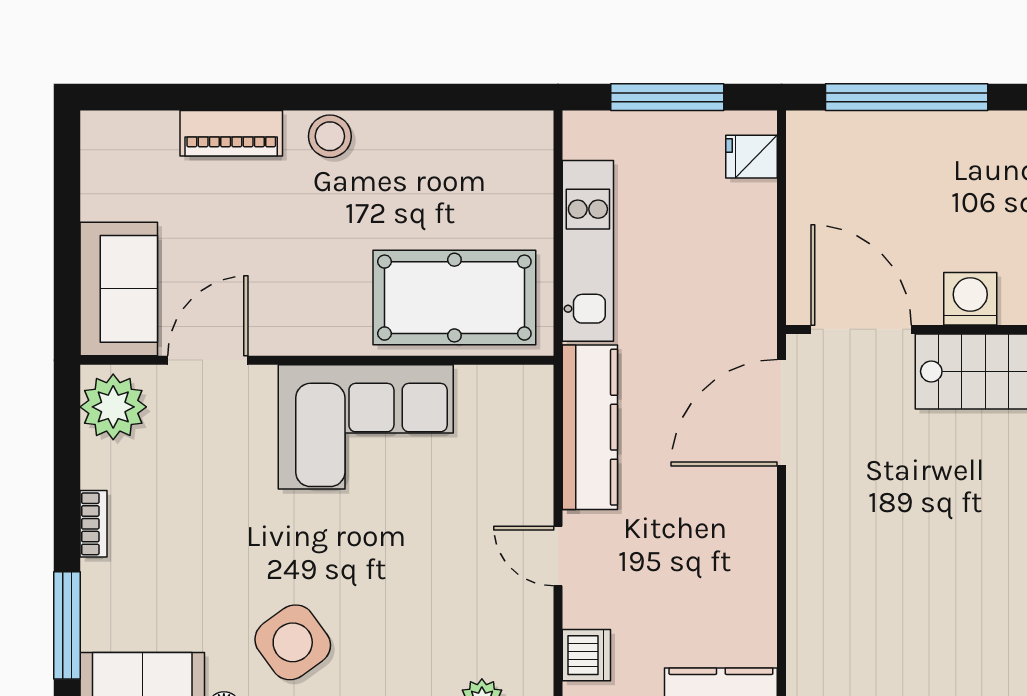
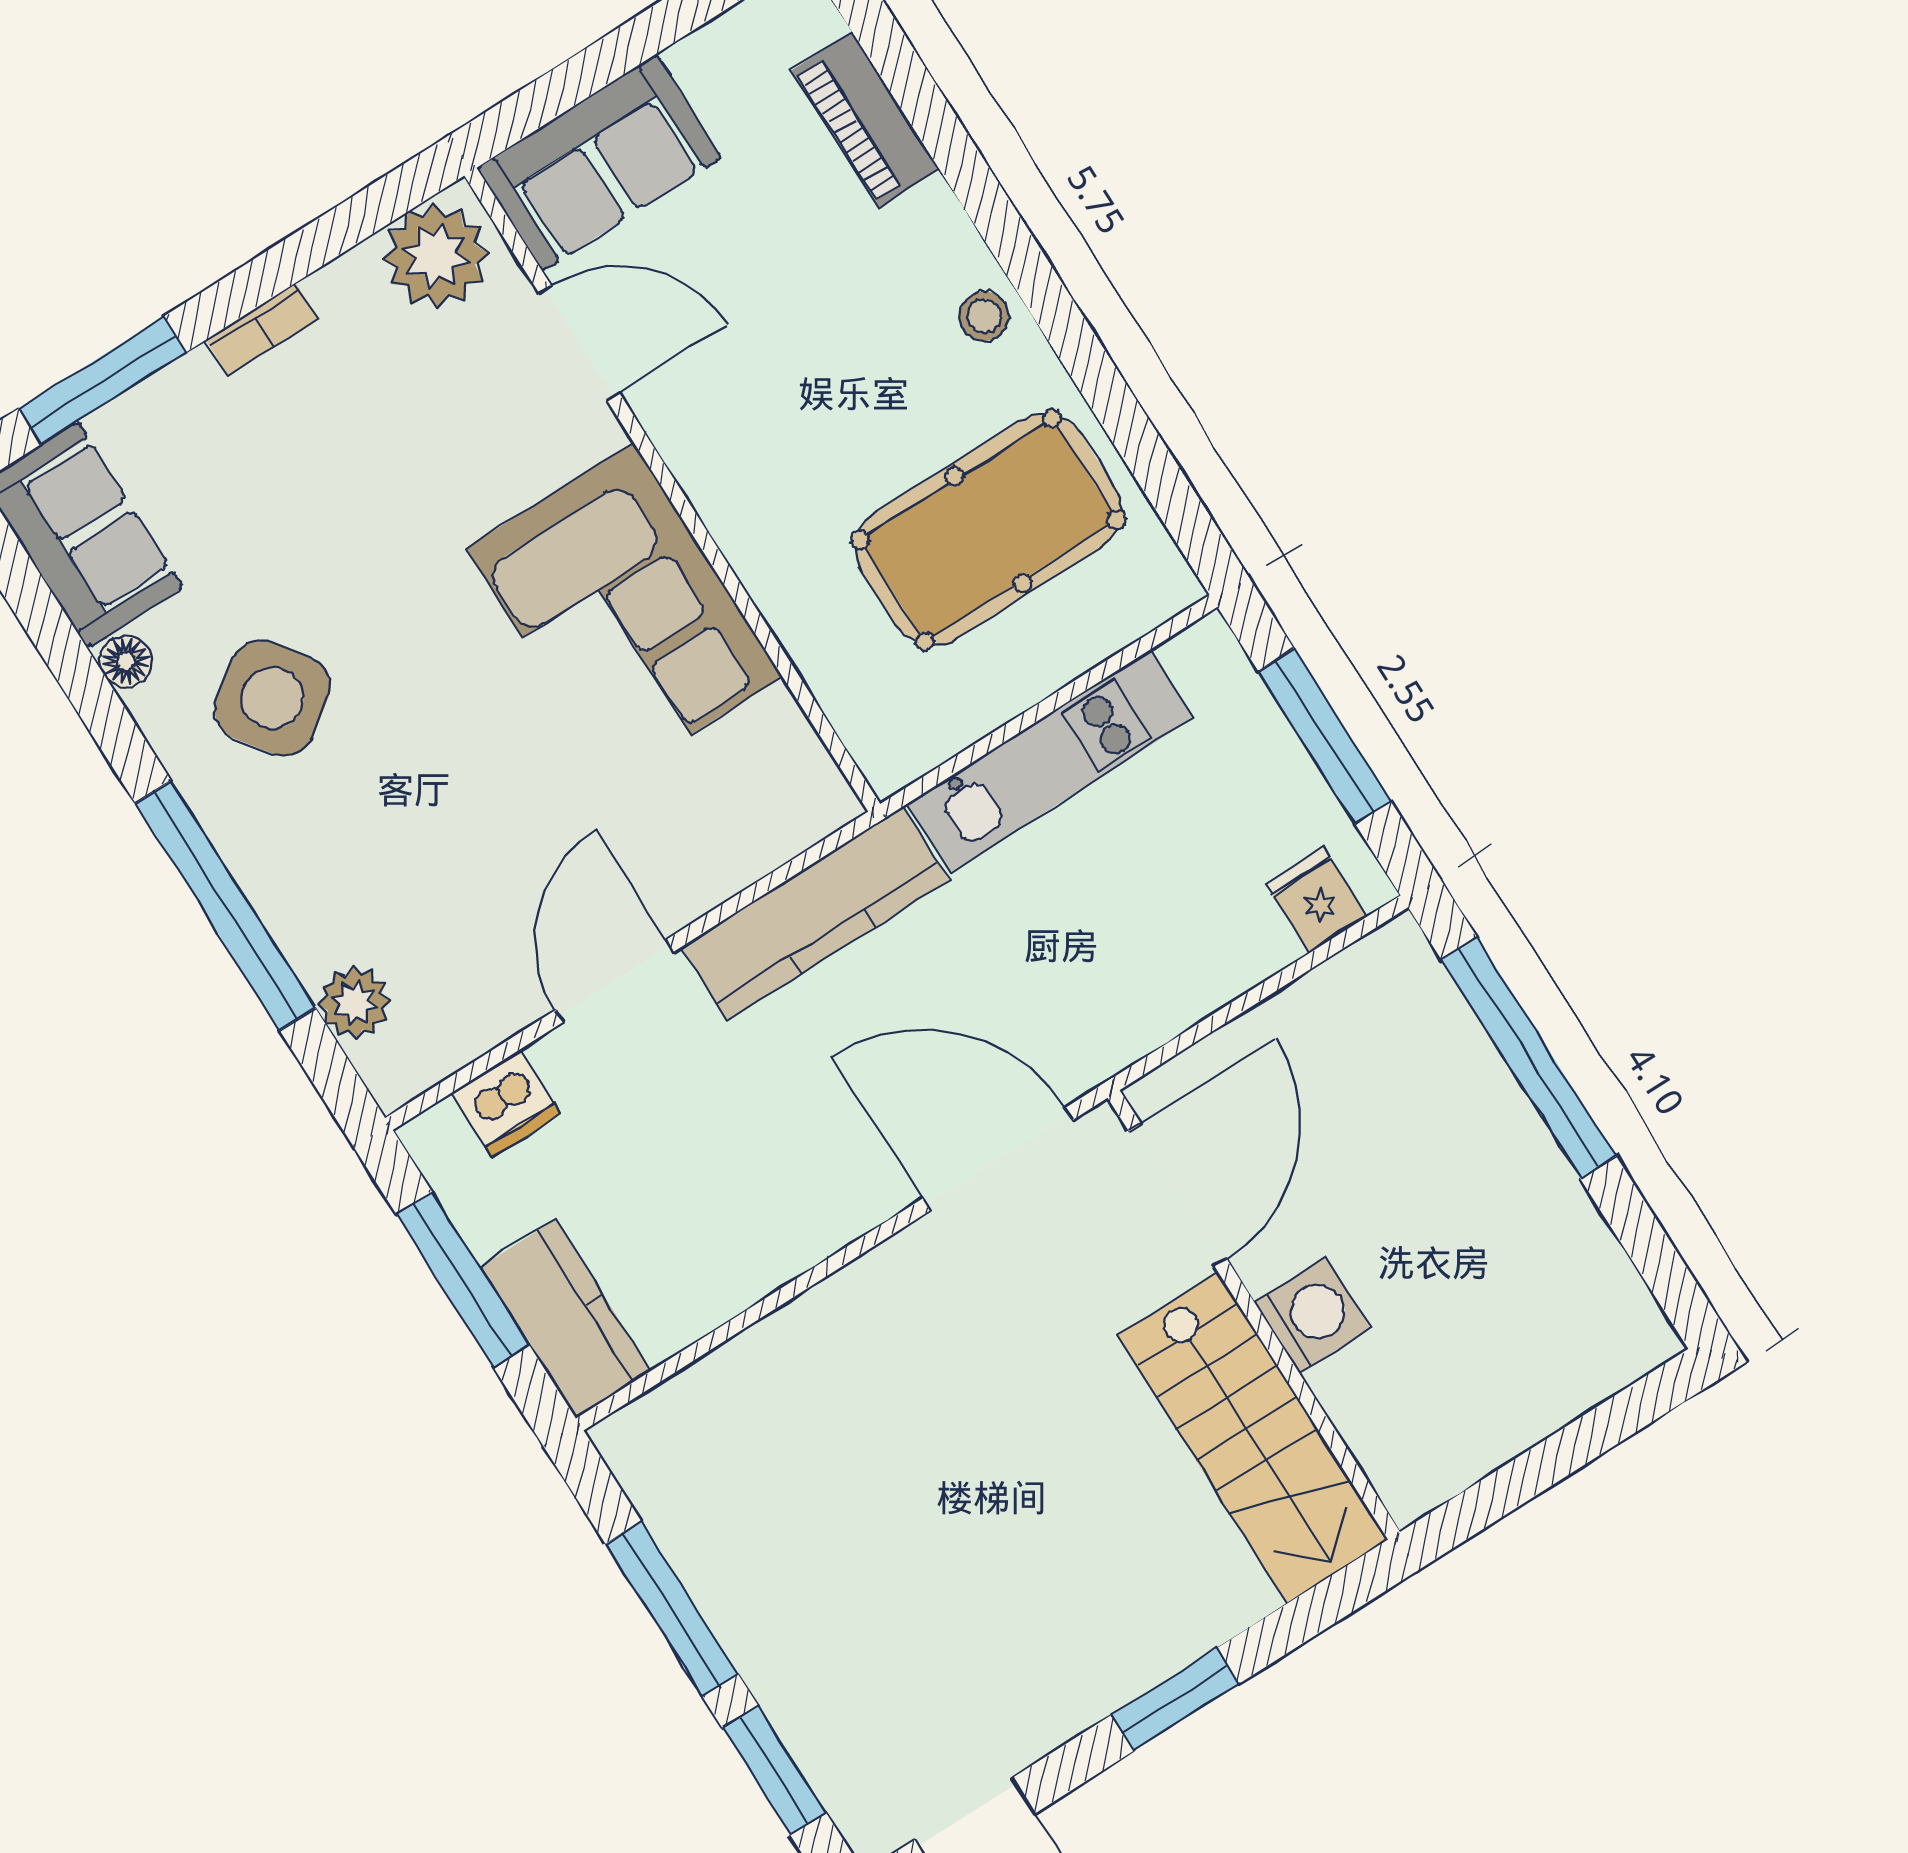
piano: (231, 133) -> (865, 120), moved
stool: (330, 136) -> (984, 316), width x0.73, depth x0.73
pool table: (454, 298) -> (988, 530), moved, turned 90
door: (558, 556) -> (615, 981), width x1.38

